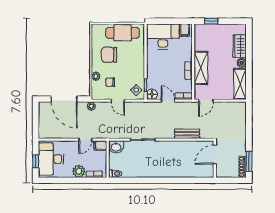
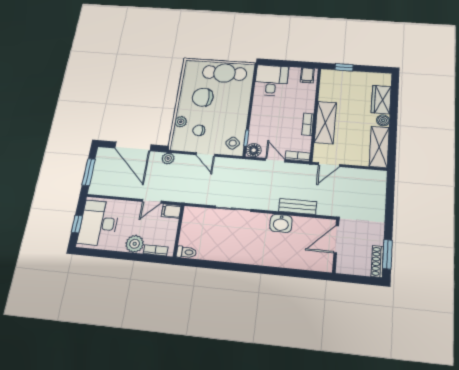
desk: (163, 37) -> (271, 80), width x0.73
window: (36, 122) -> (89, 172), added
washbasin: (116, 147) -> (281, 223), moved

